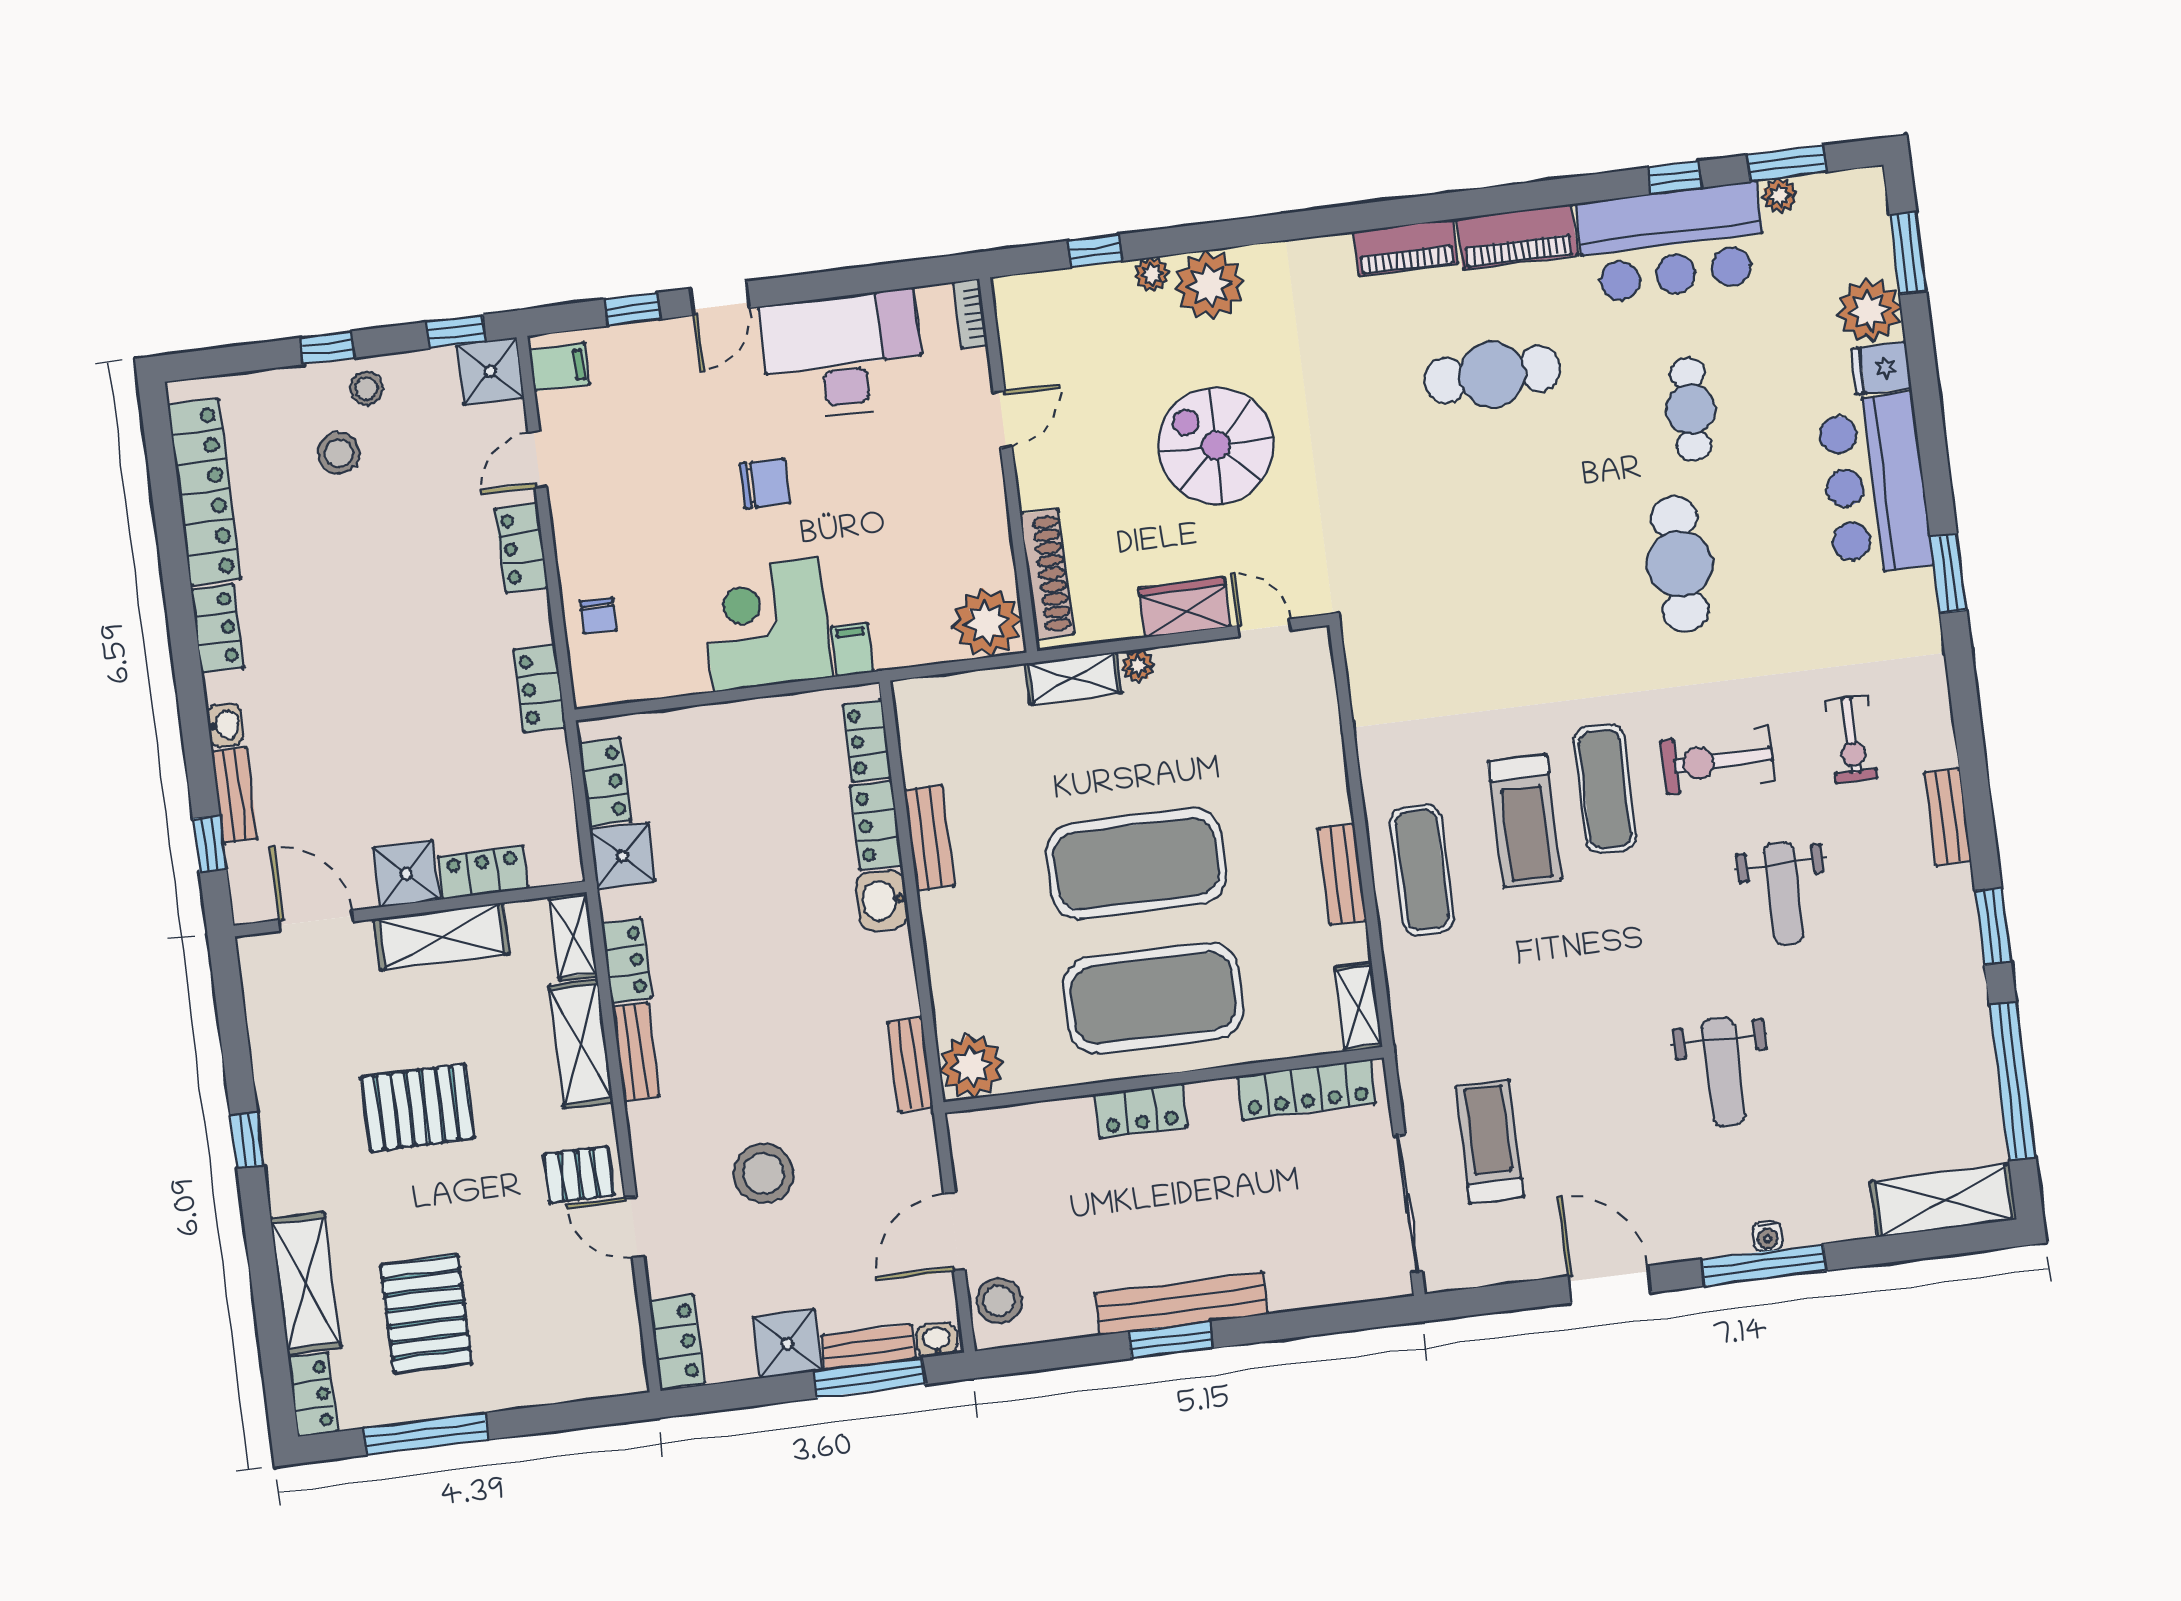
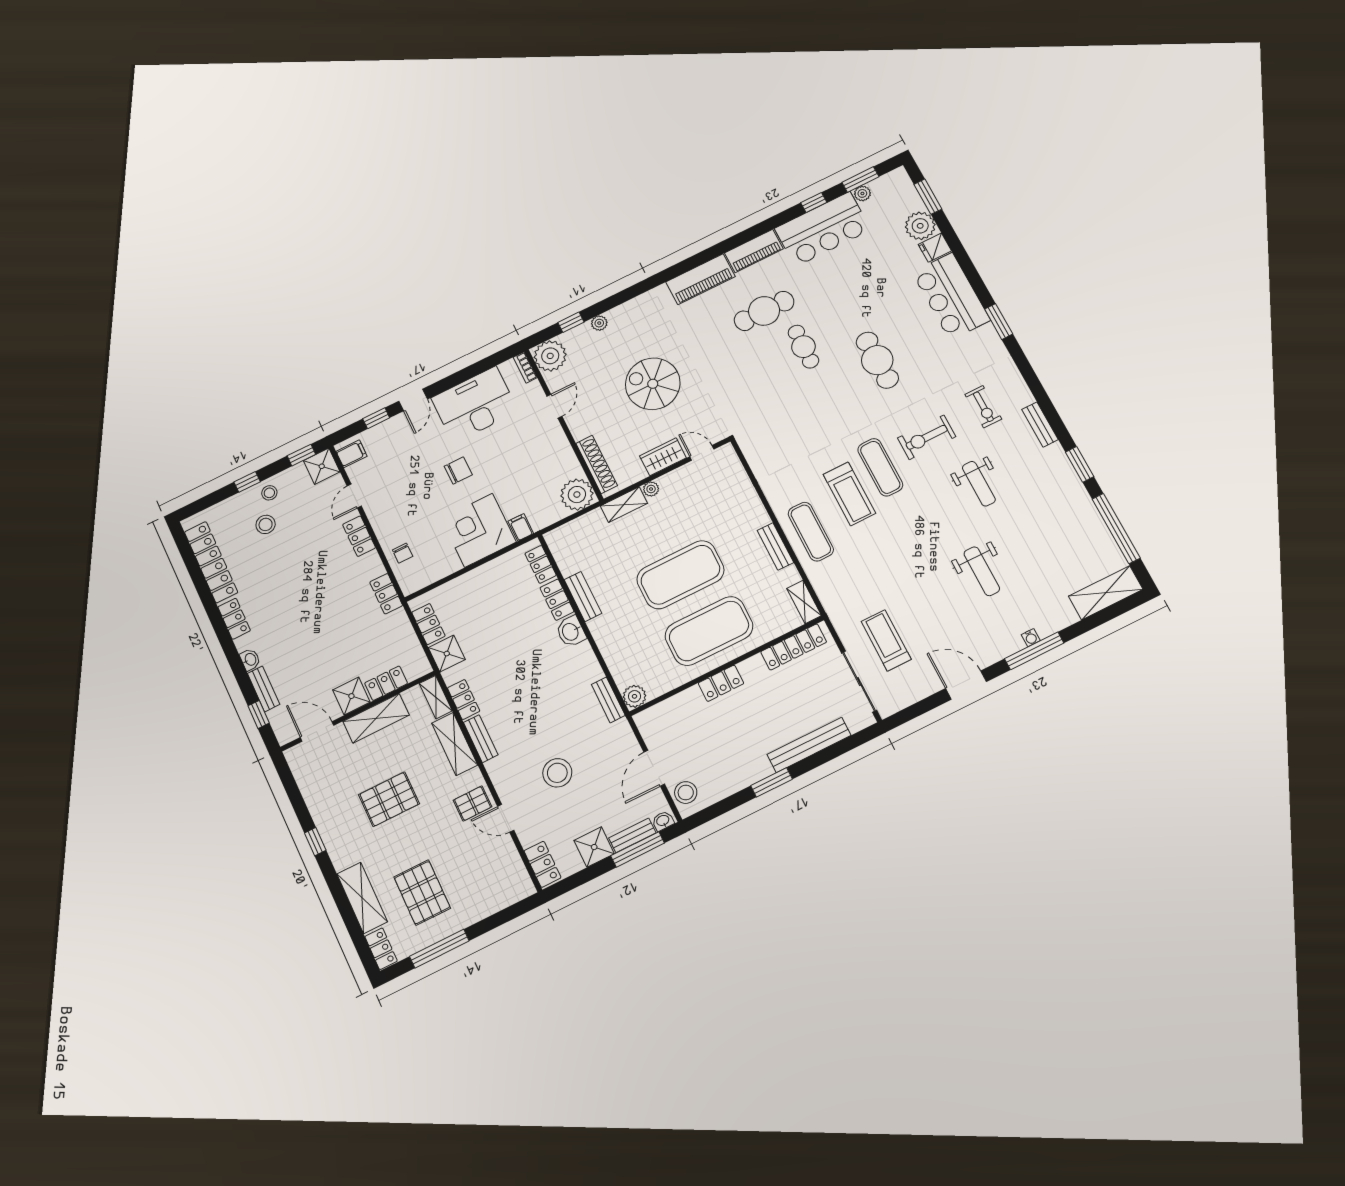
piano: (1406, 248) -> (700, 279), width x1.37, depth x1.33
plant: (1209, 285) -> (550, 356), moved
cafe table: (1691, 409) -> (803, 347), moved
plant: (971, 1066) -> (634, 696), width x0.73, depth x0.73
bench: (1181, 1304) -> (809, 745), moved

